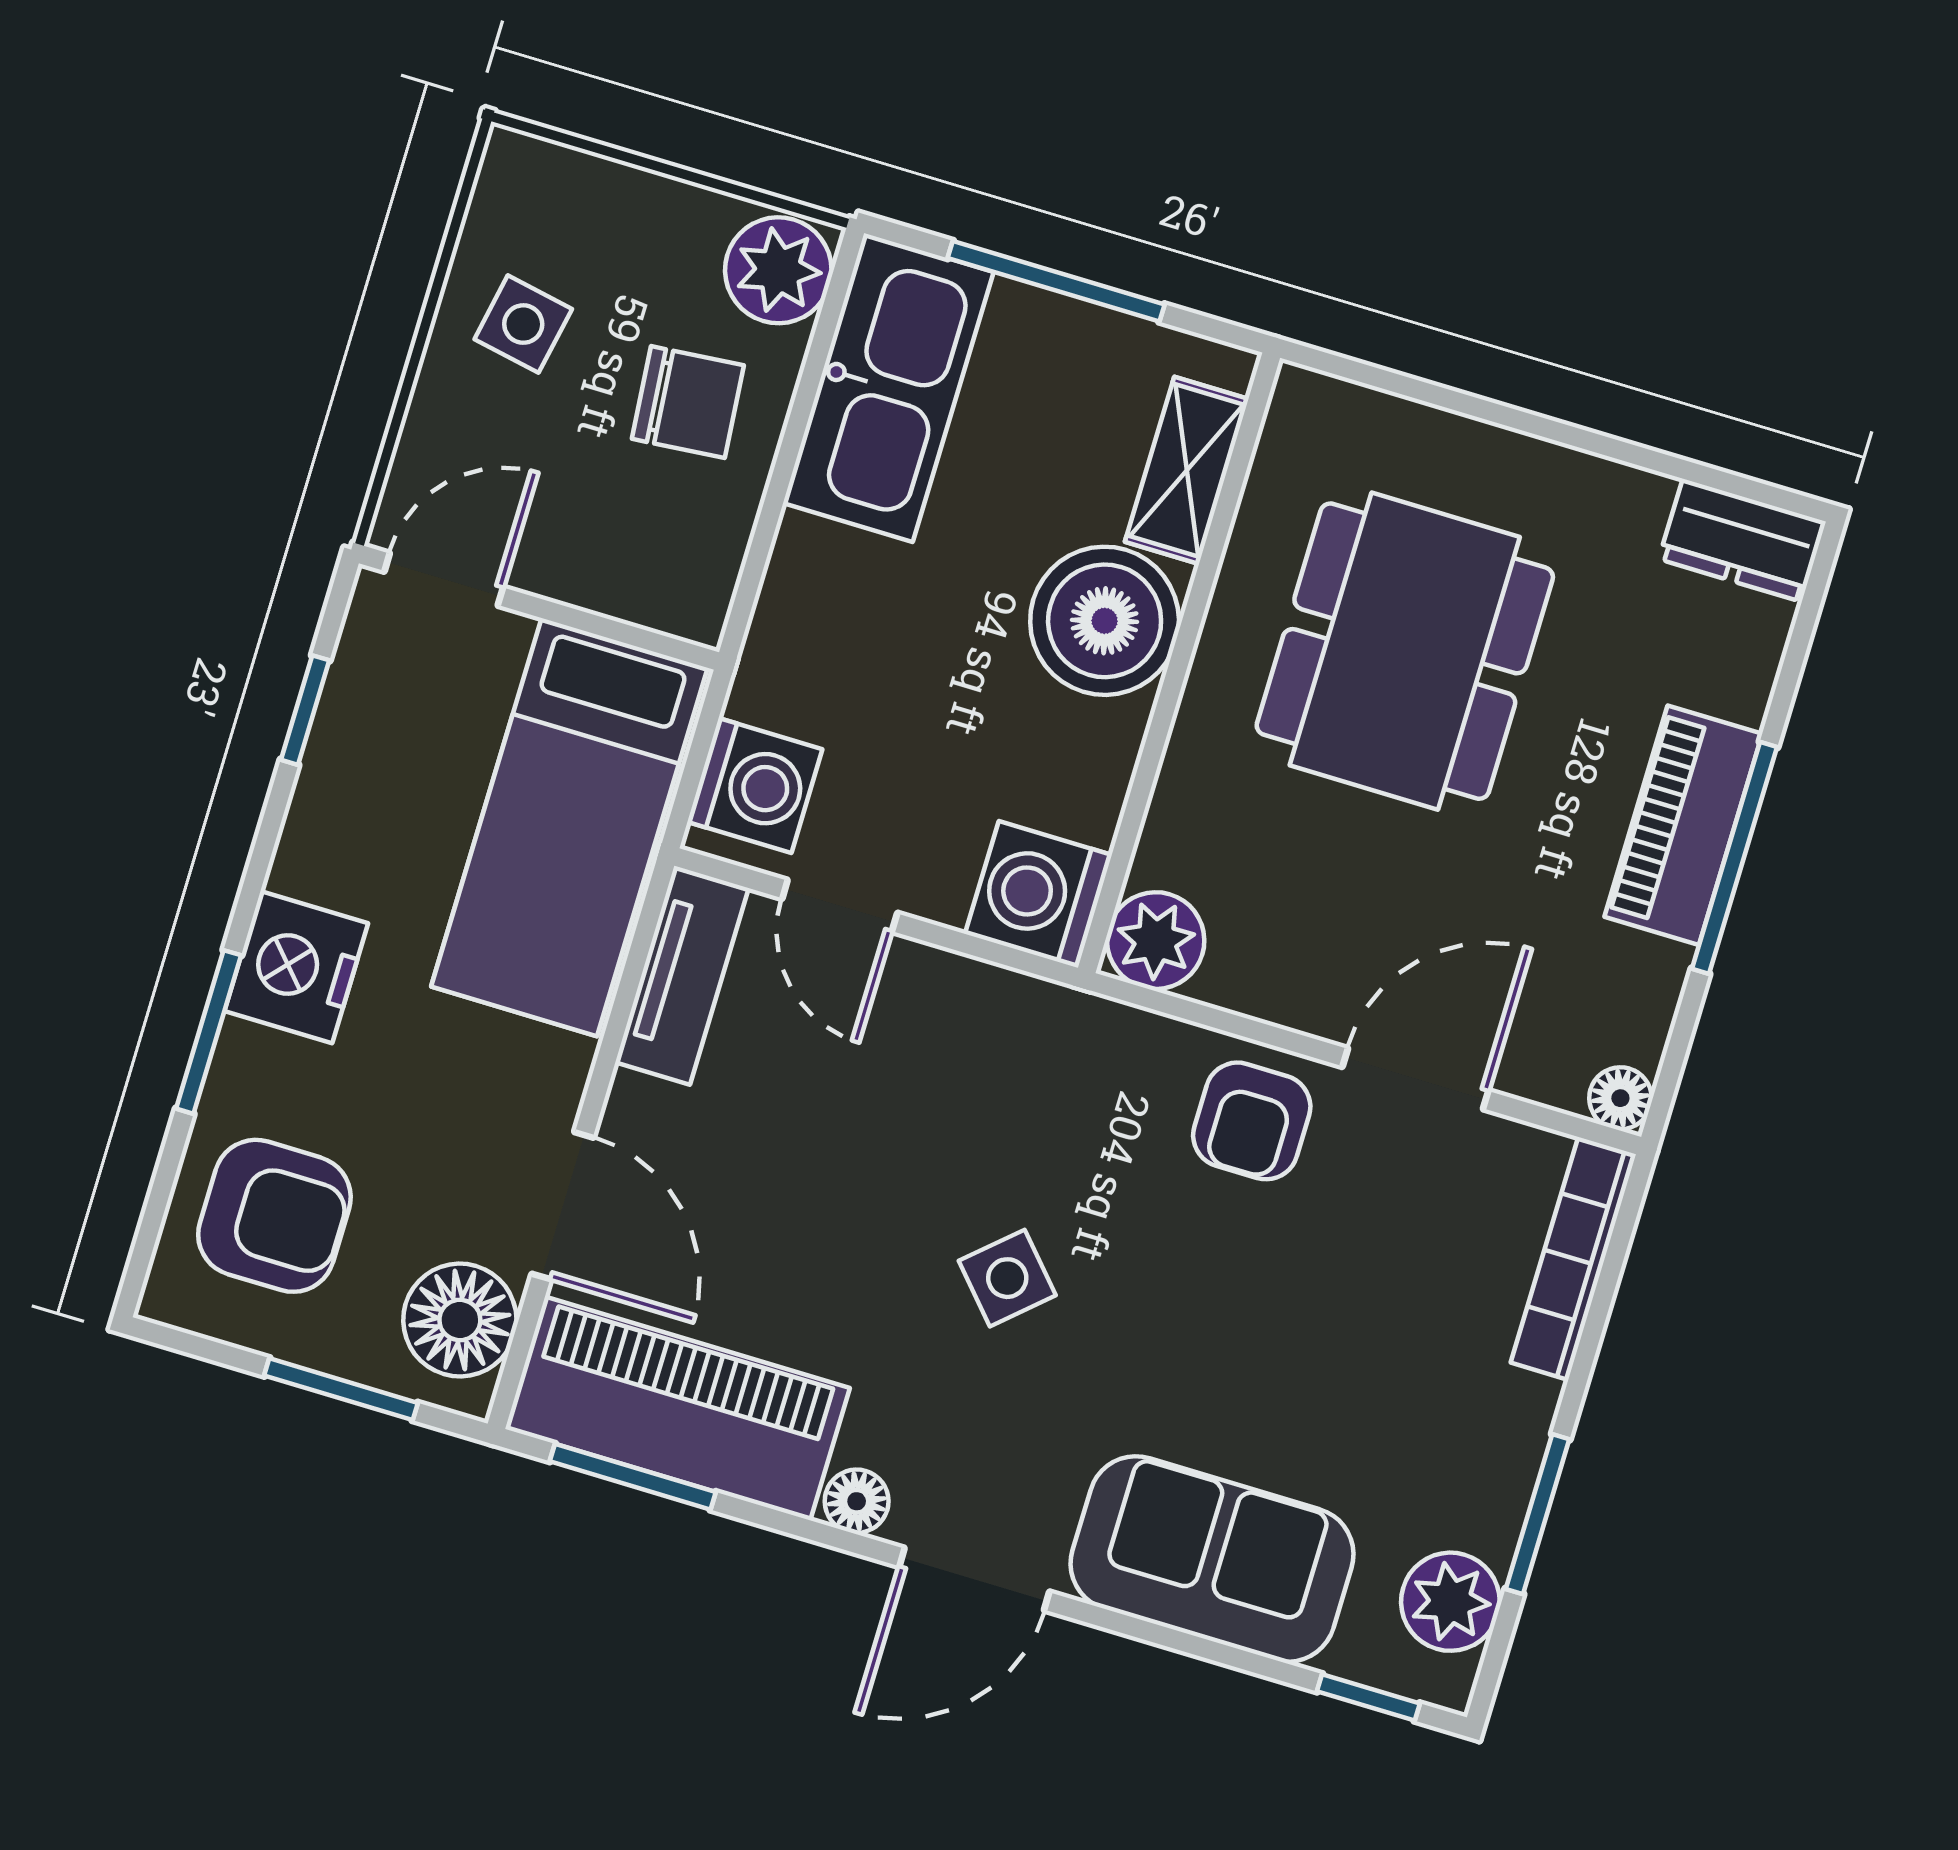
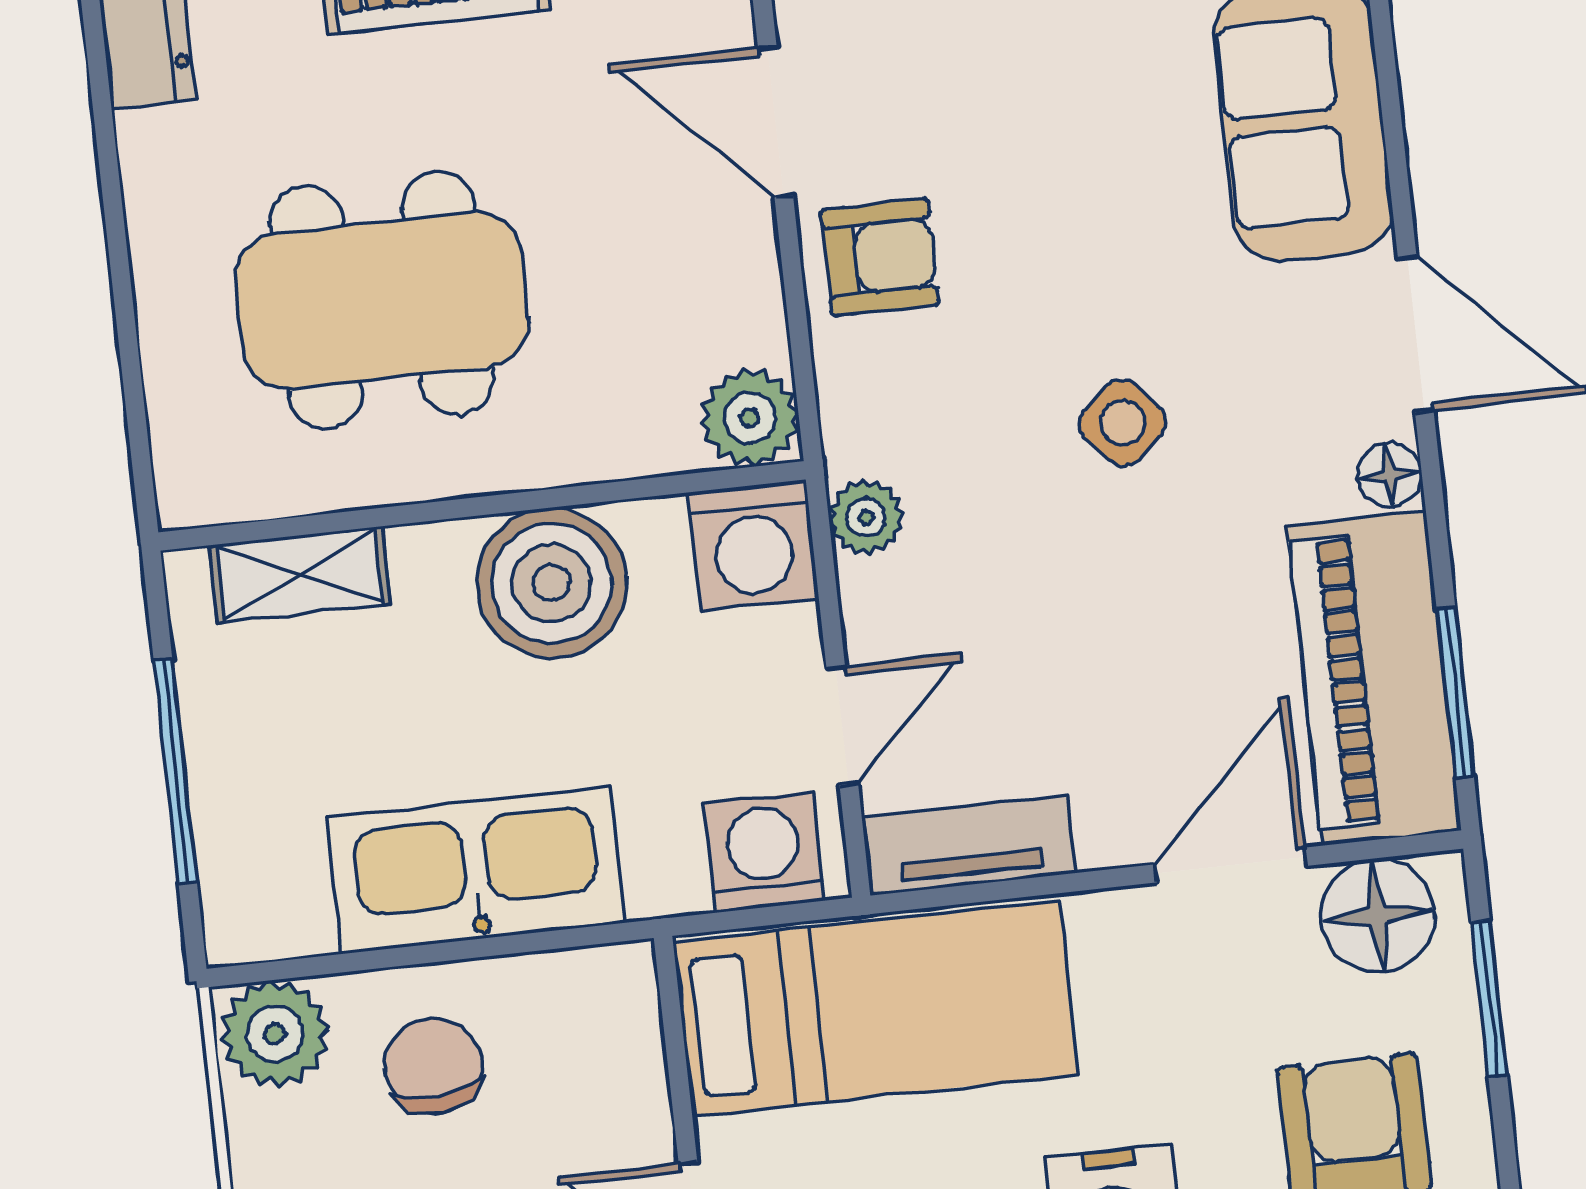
kitchen sink: (888, 388) -> (476, 870), moved
boiler: (1105, 621) -> (552, 583), moved
plant: (1020, 1008) -> (866, 517), added

